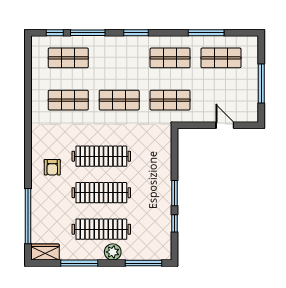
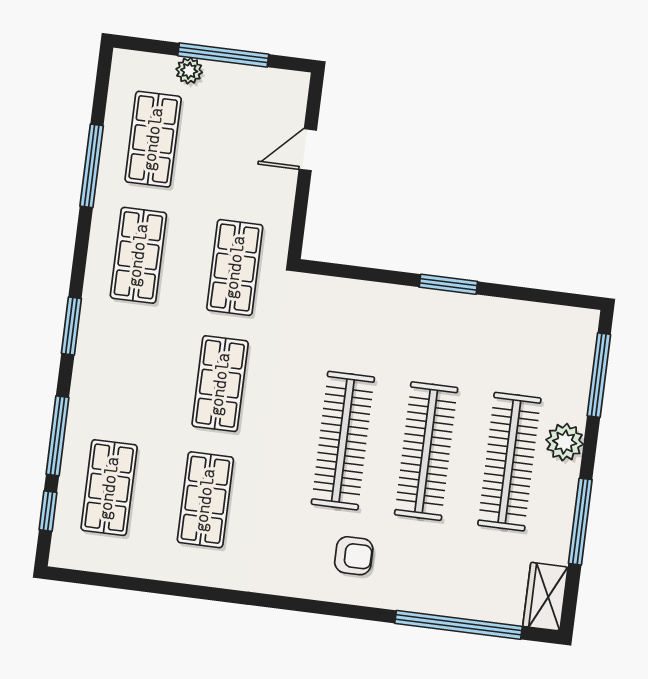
plant: (253, 70) -> (189, 71), added
window: (174, 223) -> (517, 293), removed

